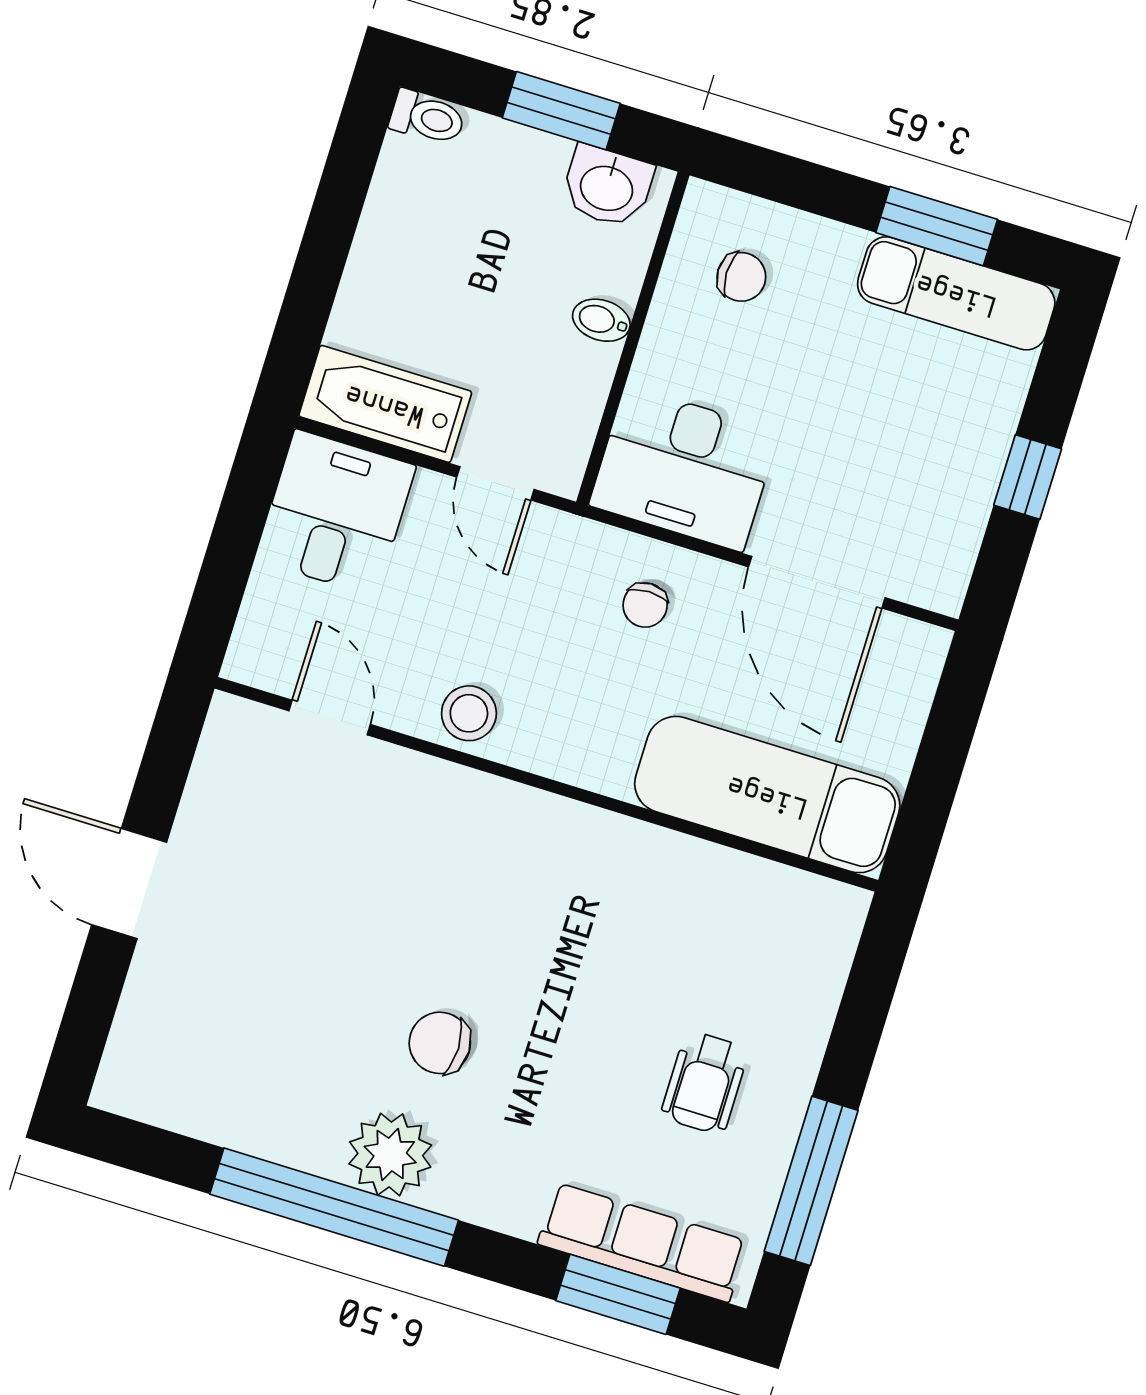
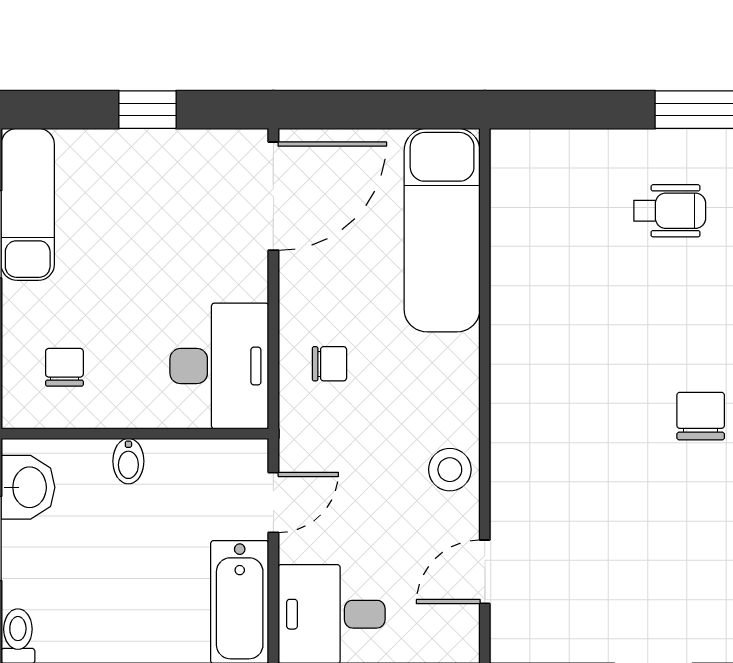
door: (817, 582) -> (273, 196), moved
chair: (440, 1043) -> (701, 416), turned 180

